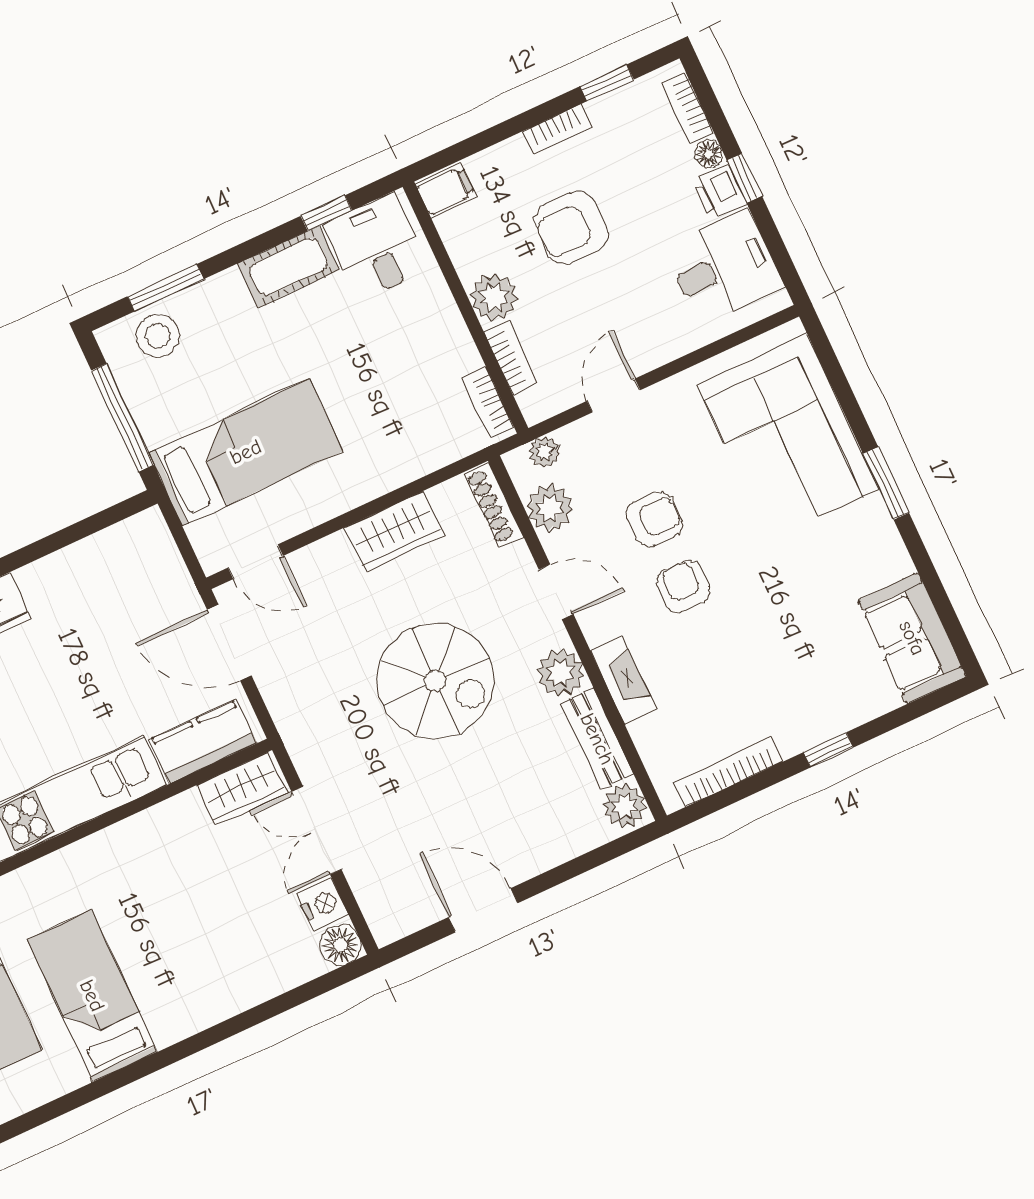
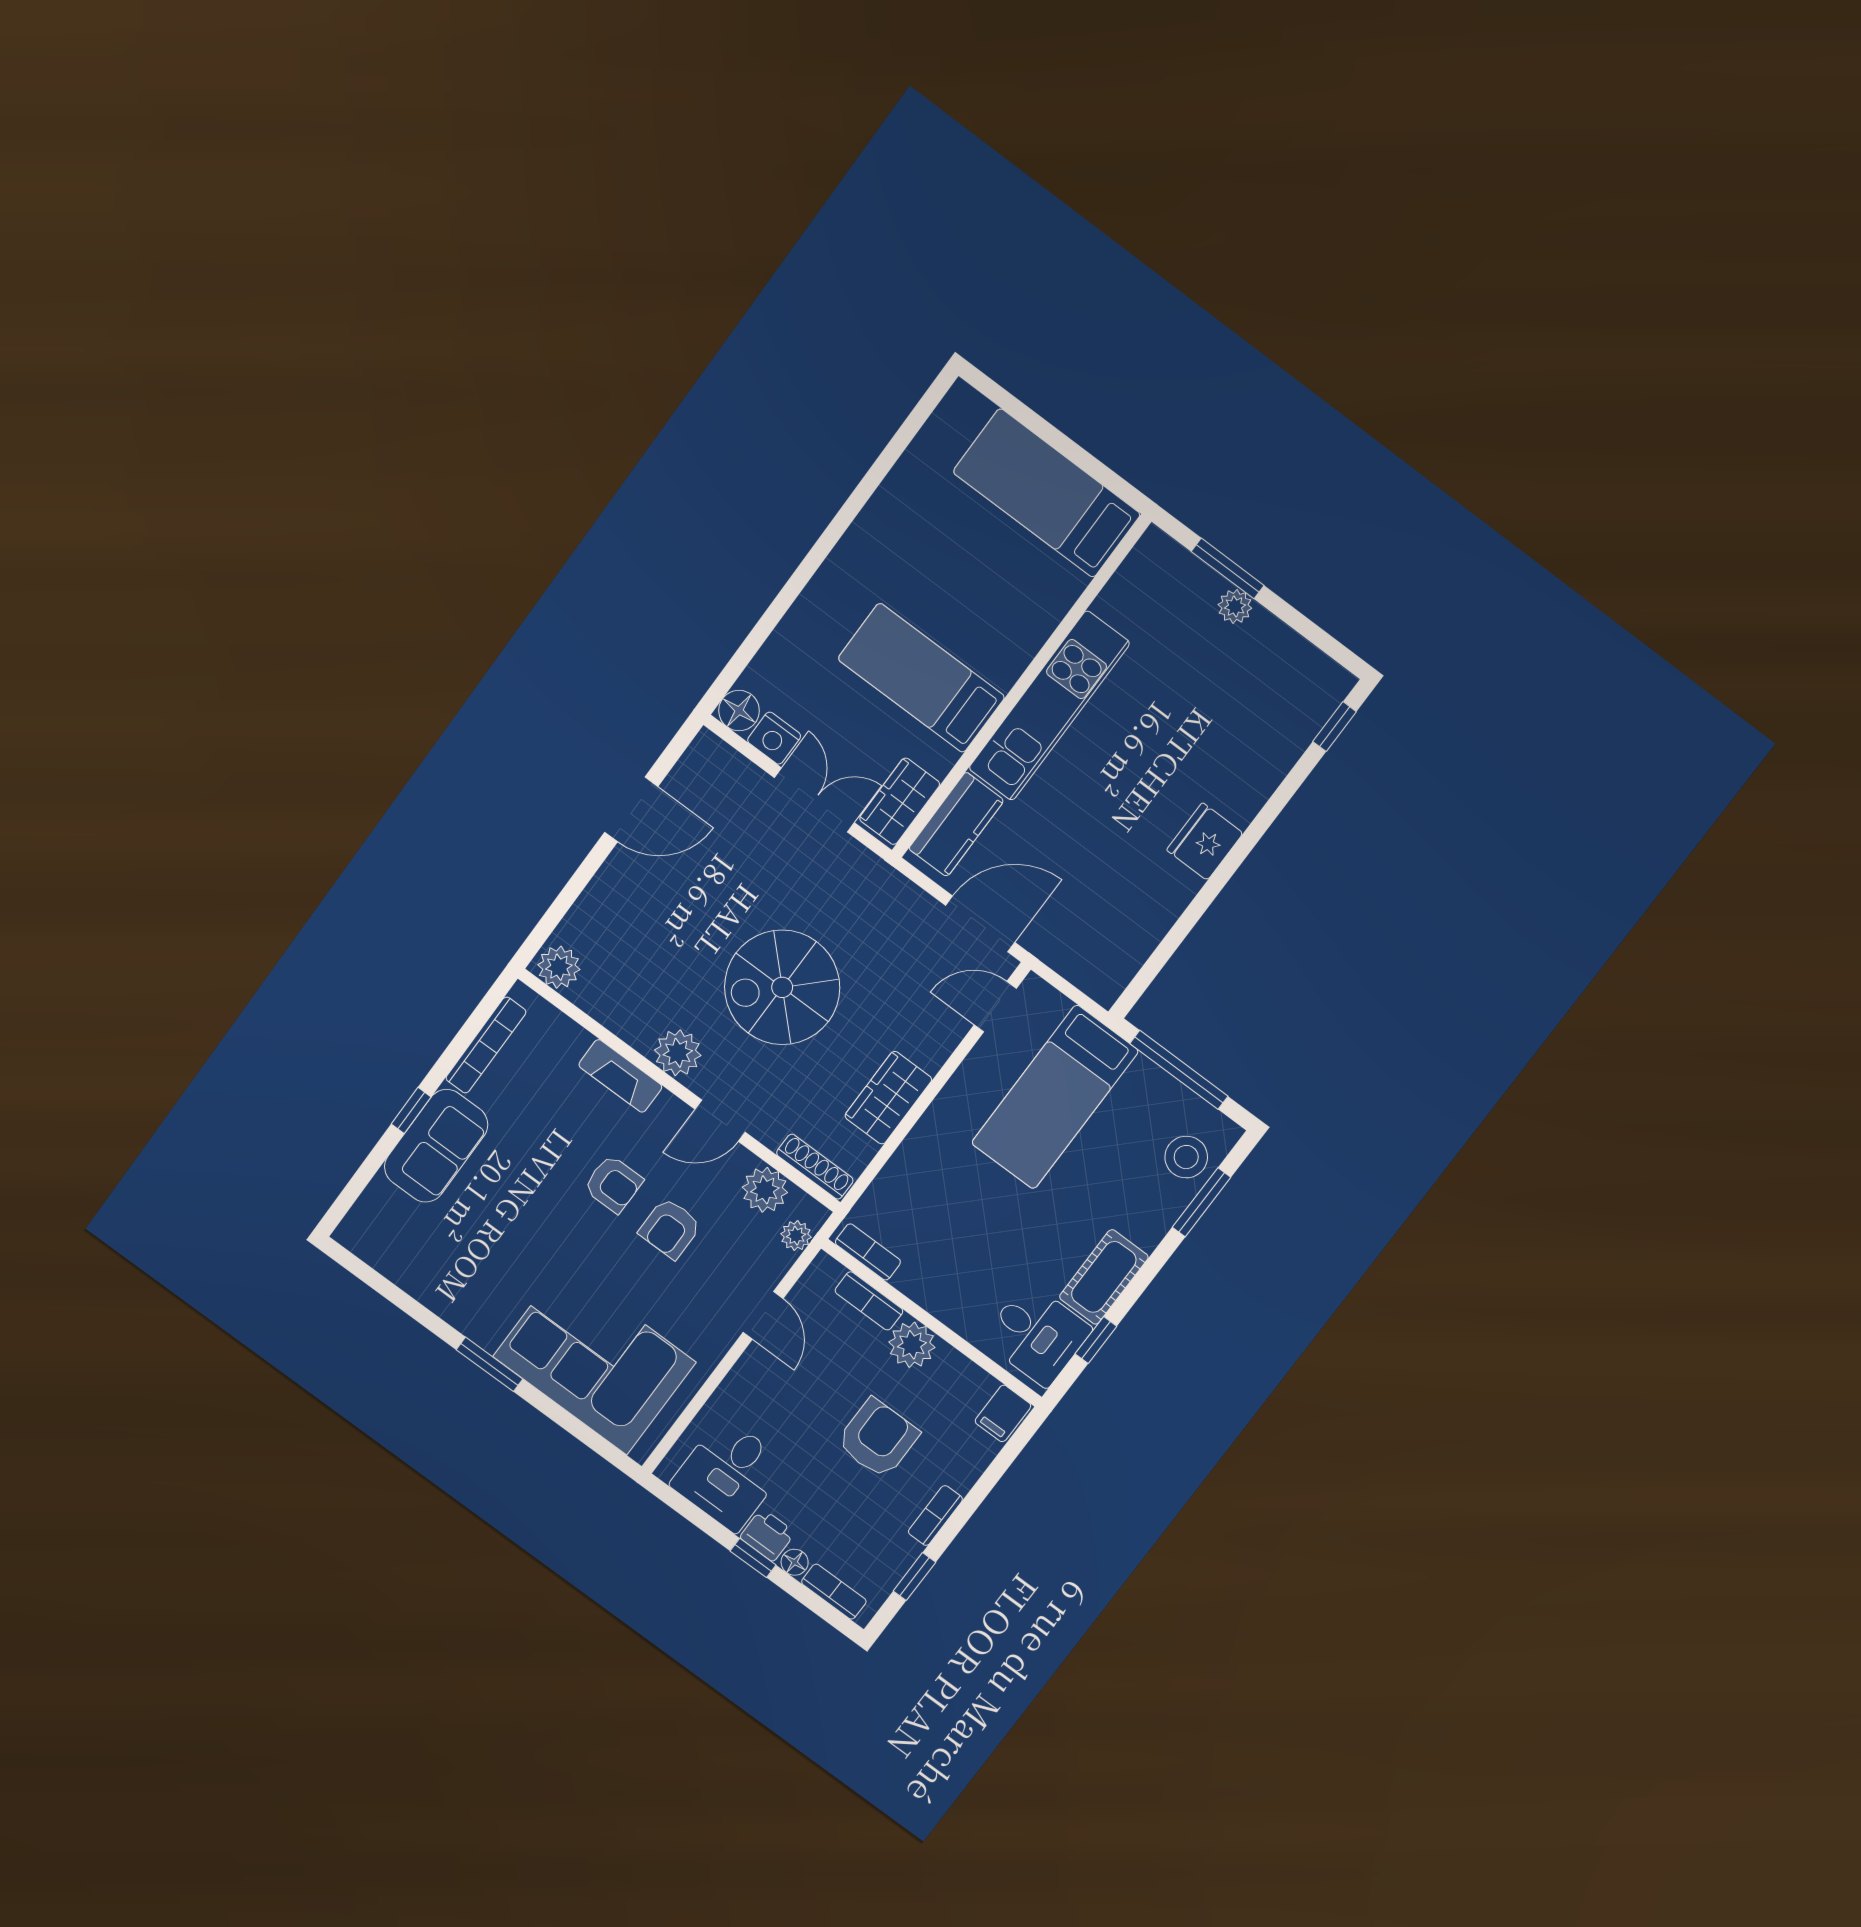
sofa: (912, 638) -> (436, 1146), moved, turned 90
bench: (597, 739) -> (615, 1013), removed
bed: (92, 996) -> (921, 678), moved, turned 180

